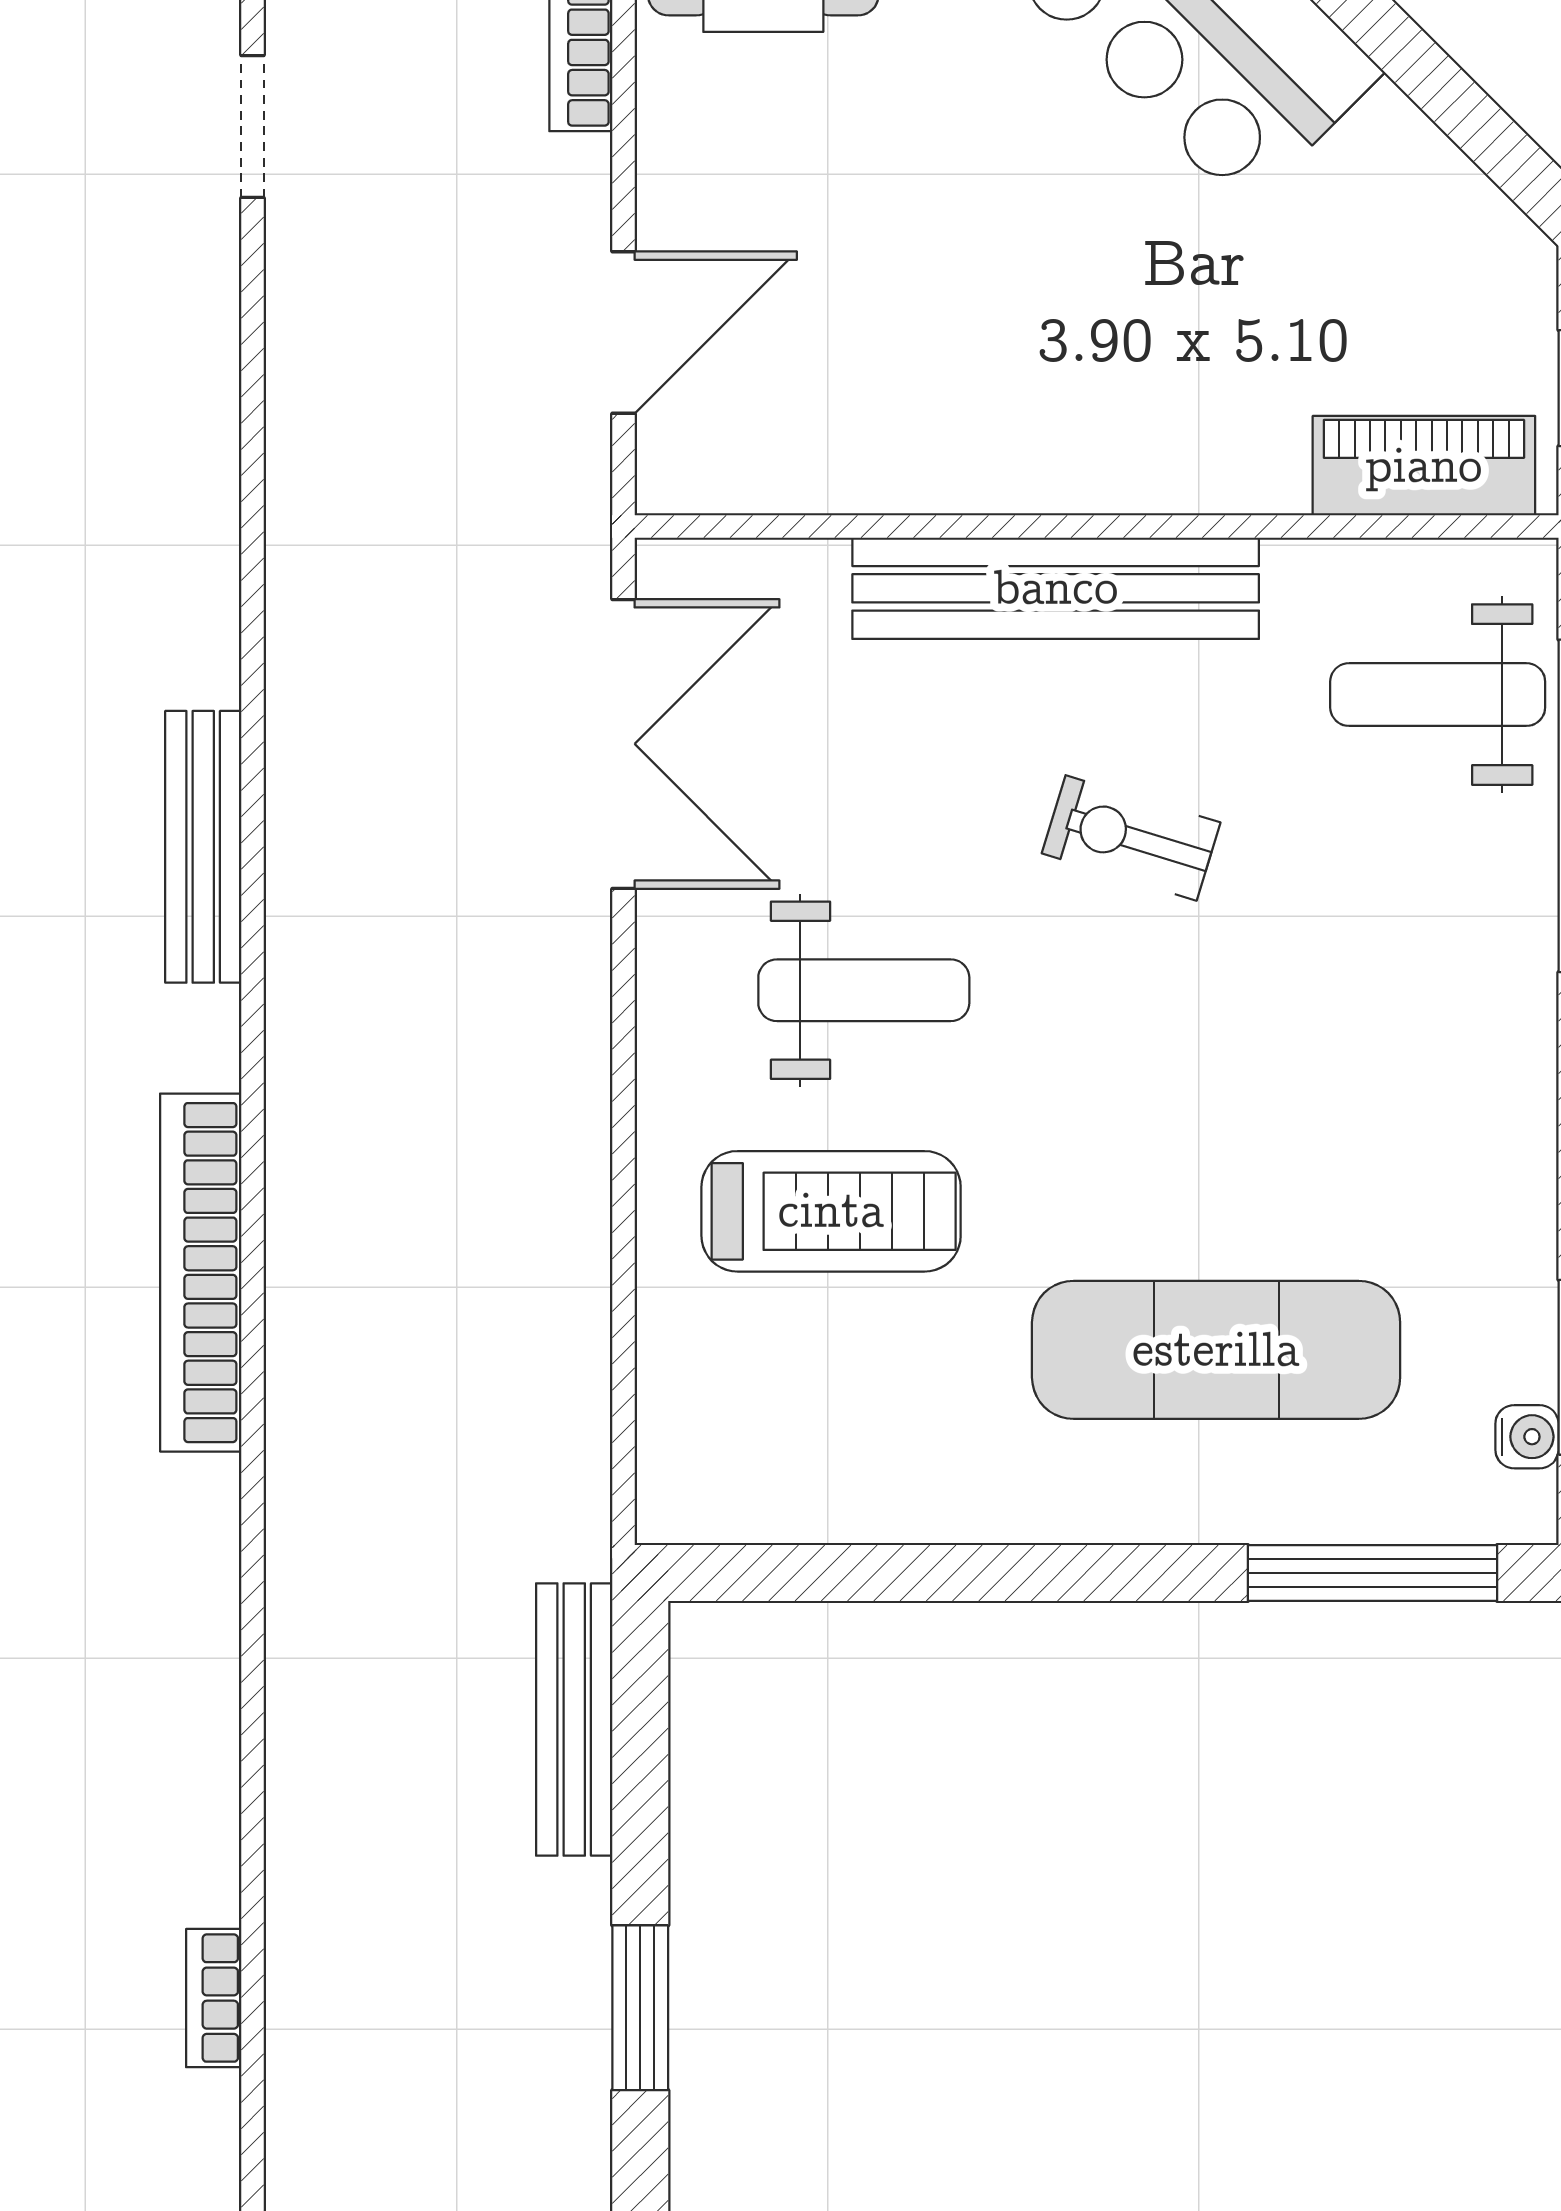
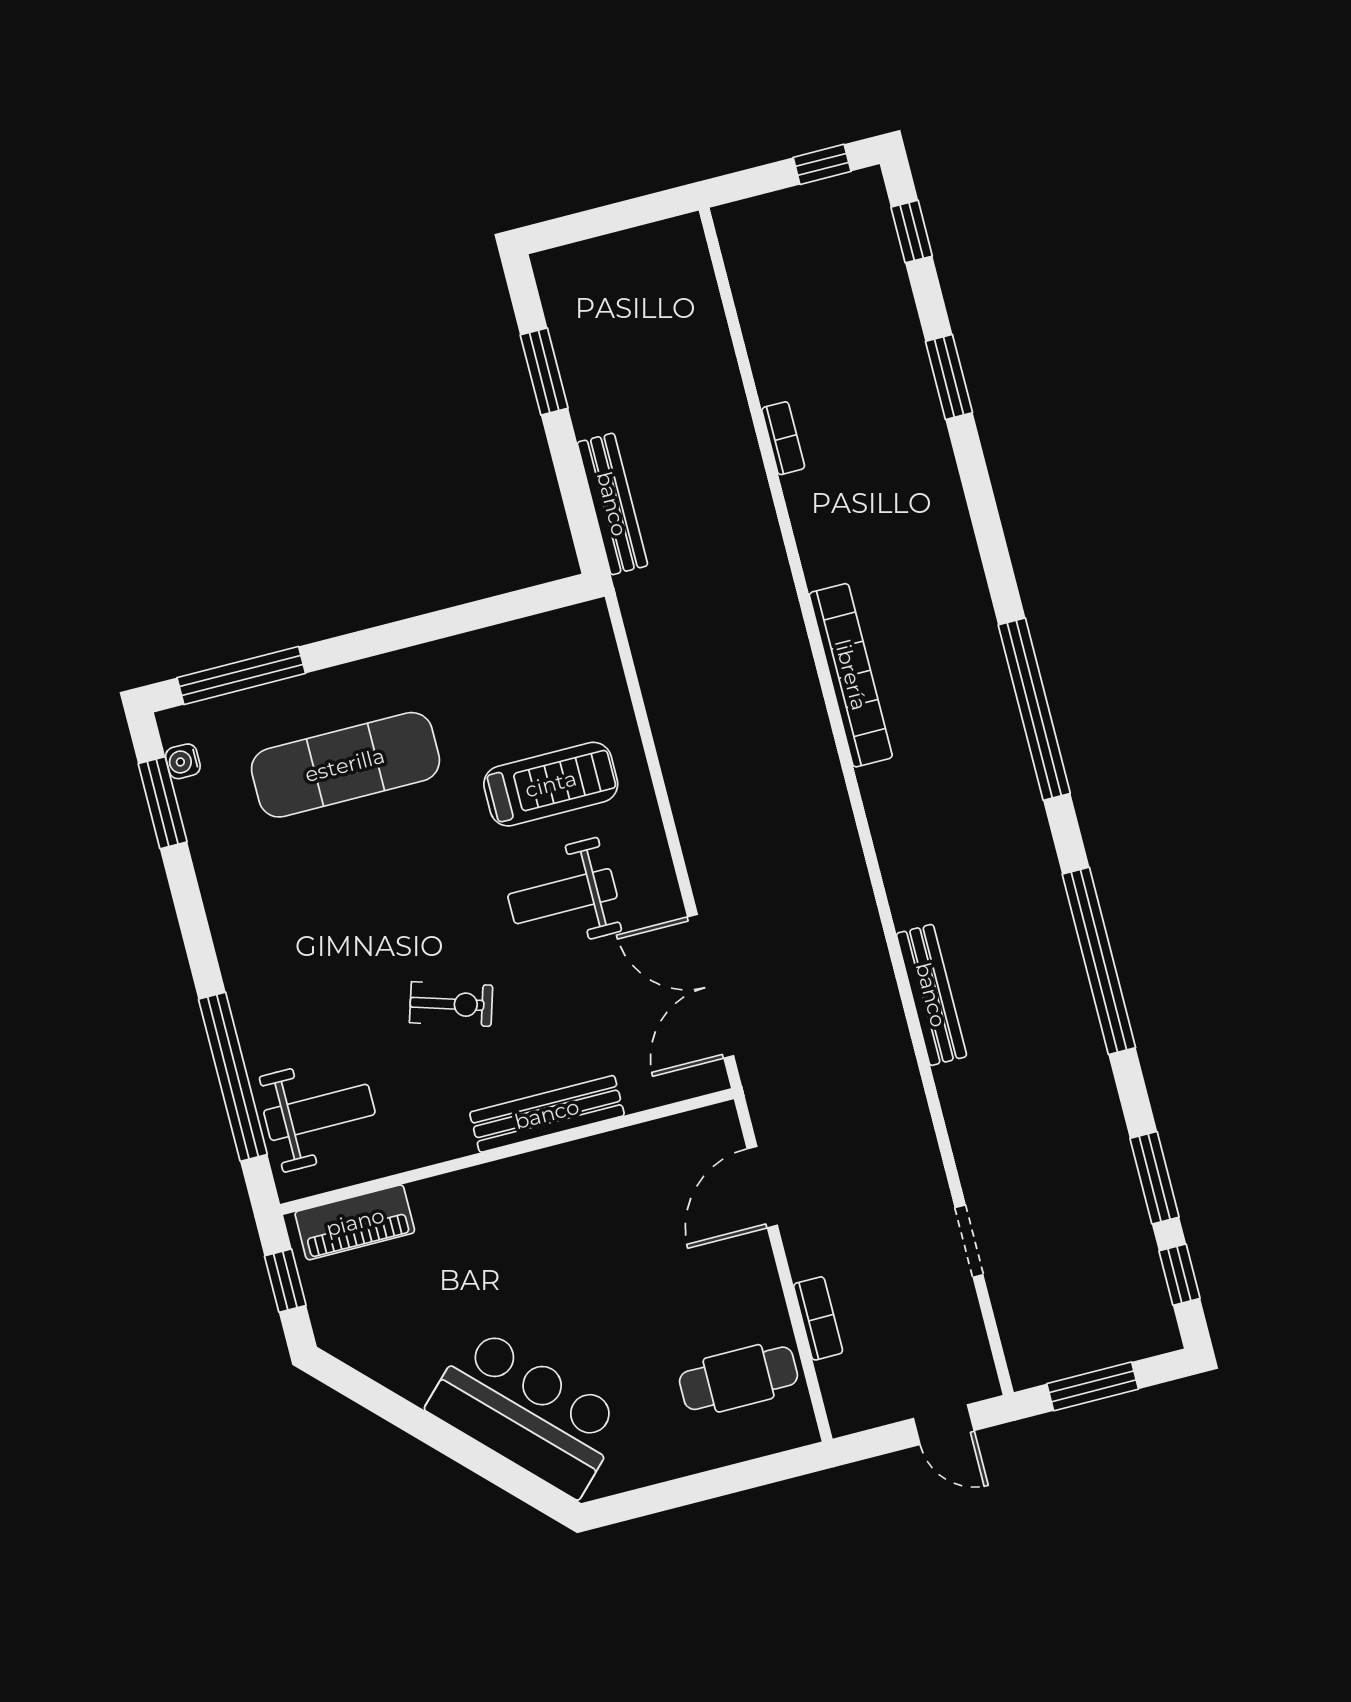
bench: (1056, 588) -> (547, 1114), width x0.73, depth x0.82
bench: (203, 847) -> (931, 995), moved
treadmill: (831, 1211) -> (551, 784), turned 180
bookcase: (214, 1998) -> (783, 438), moved

